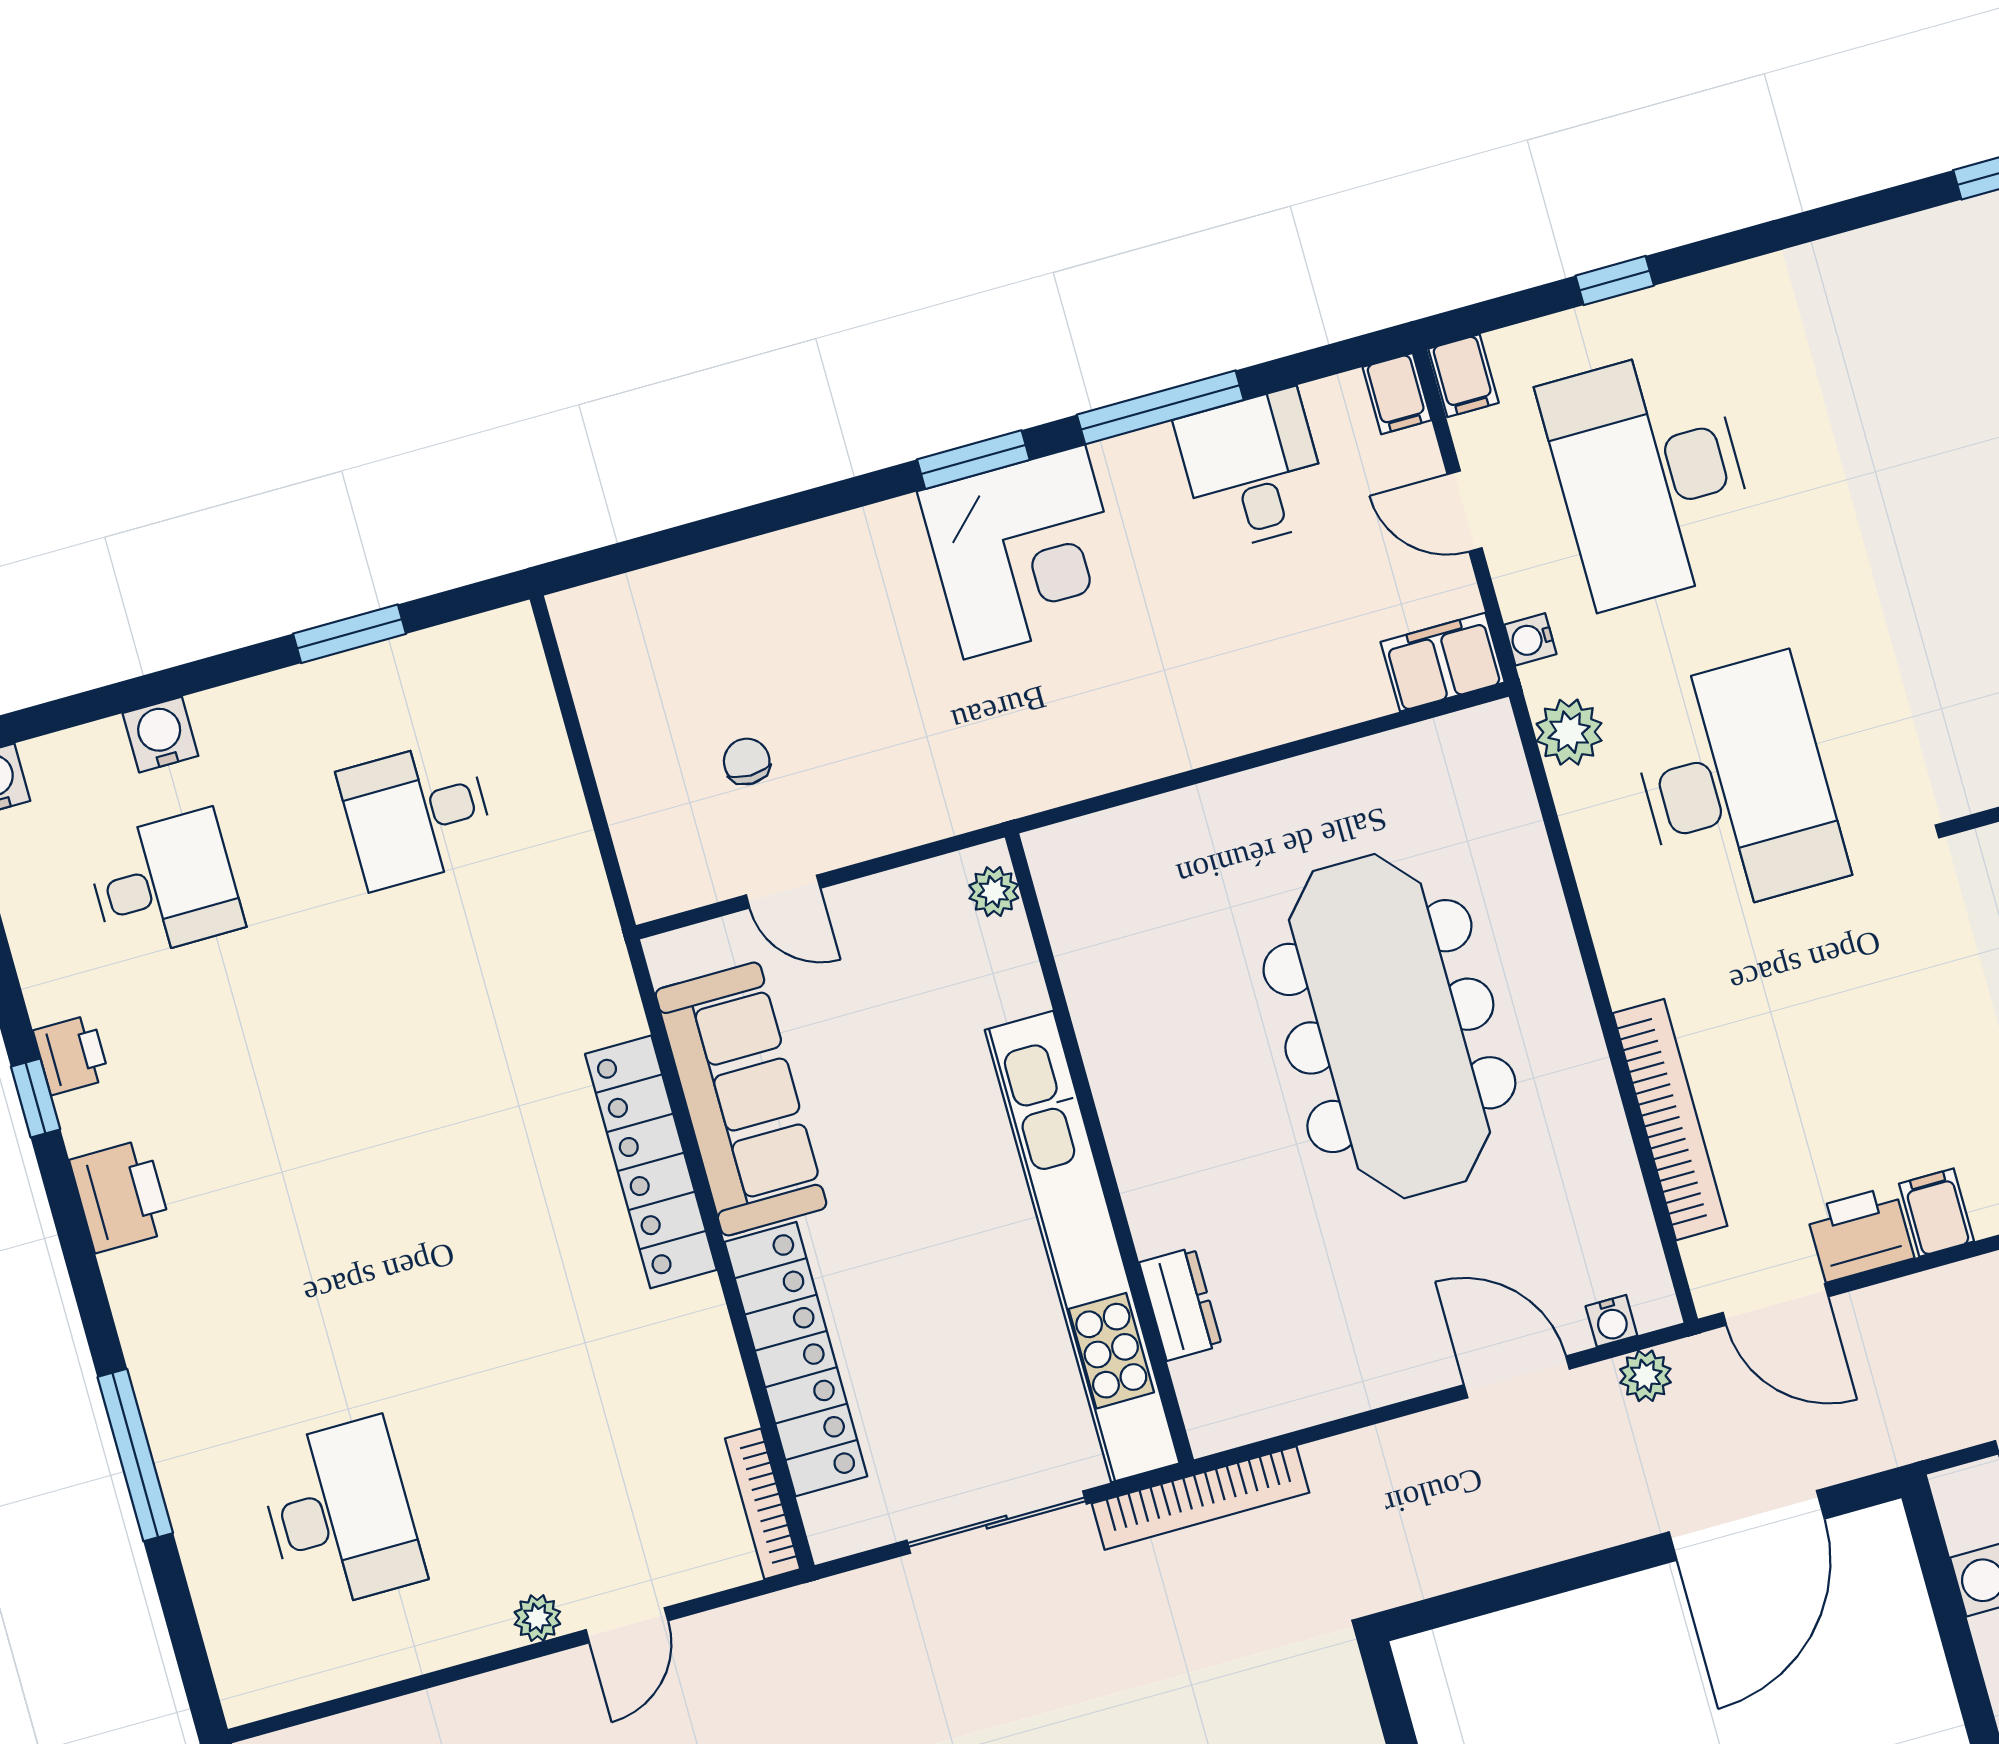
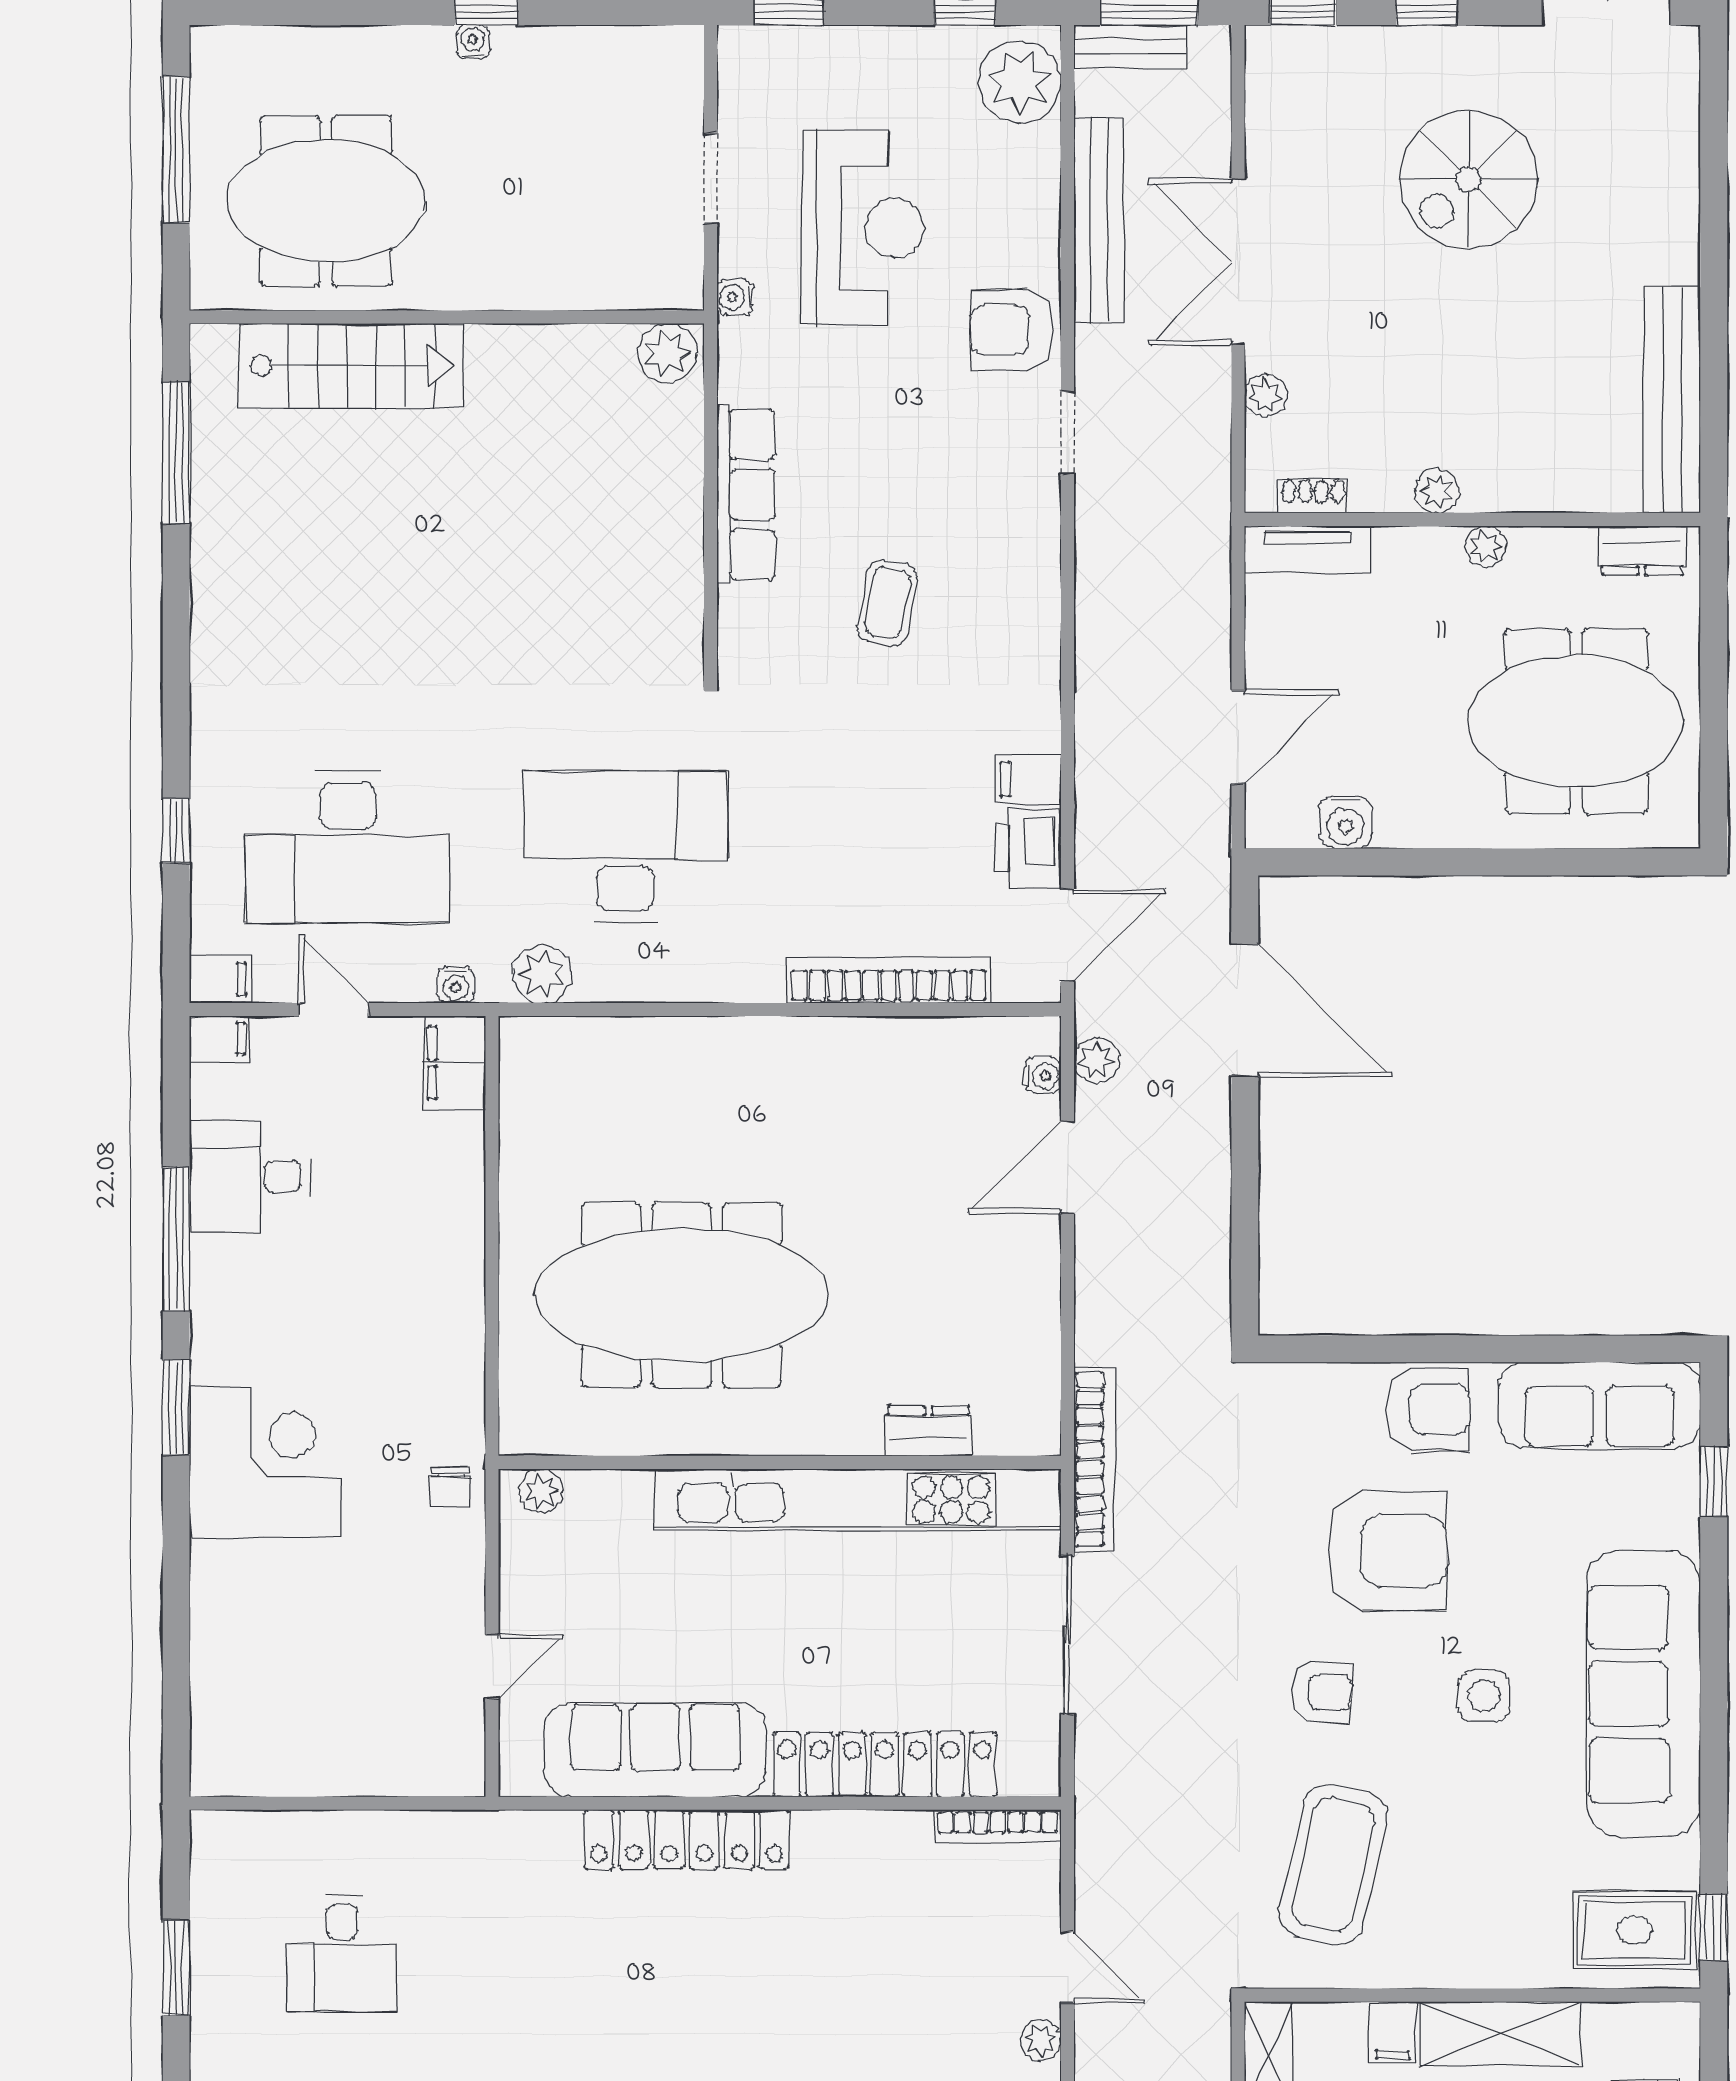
door: (1465, 511) -> (333, 1010), swing flipped
corner desk: (1024, 552) -> (265, 1462), moved
chair: (747, 761) -> (451, 1487), moved, turned -90
meeting table: (1389, 1026) -> (682, 1295), moved

